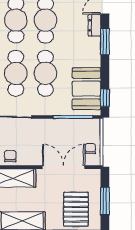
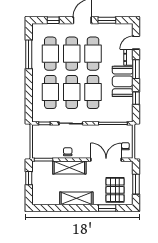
booth: (86, 89) -> (123, 81), moved
window: (105, 98) -> (136, 98), moved

